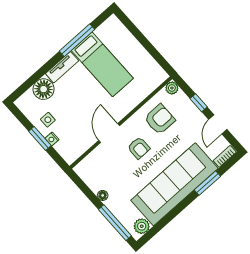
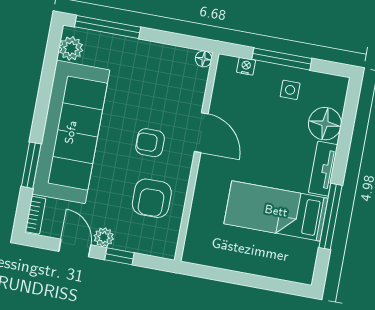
plant: (172, 88) -> (104, 237), moved
window: (40, 138) -> (282, 59), width x1.44
nightstand: (52, 139) -> (246, 66), moved
floor lamp: (103, 195) -> (204, 59), moved

